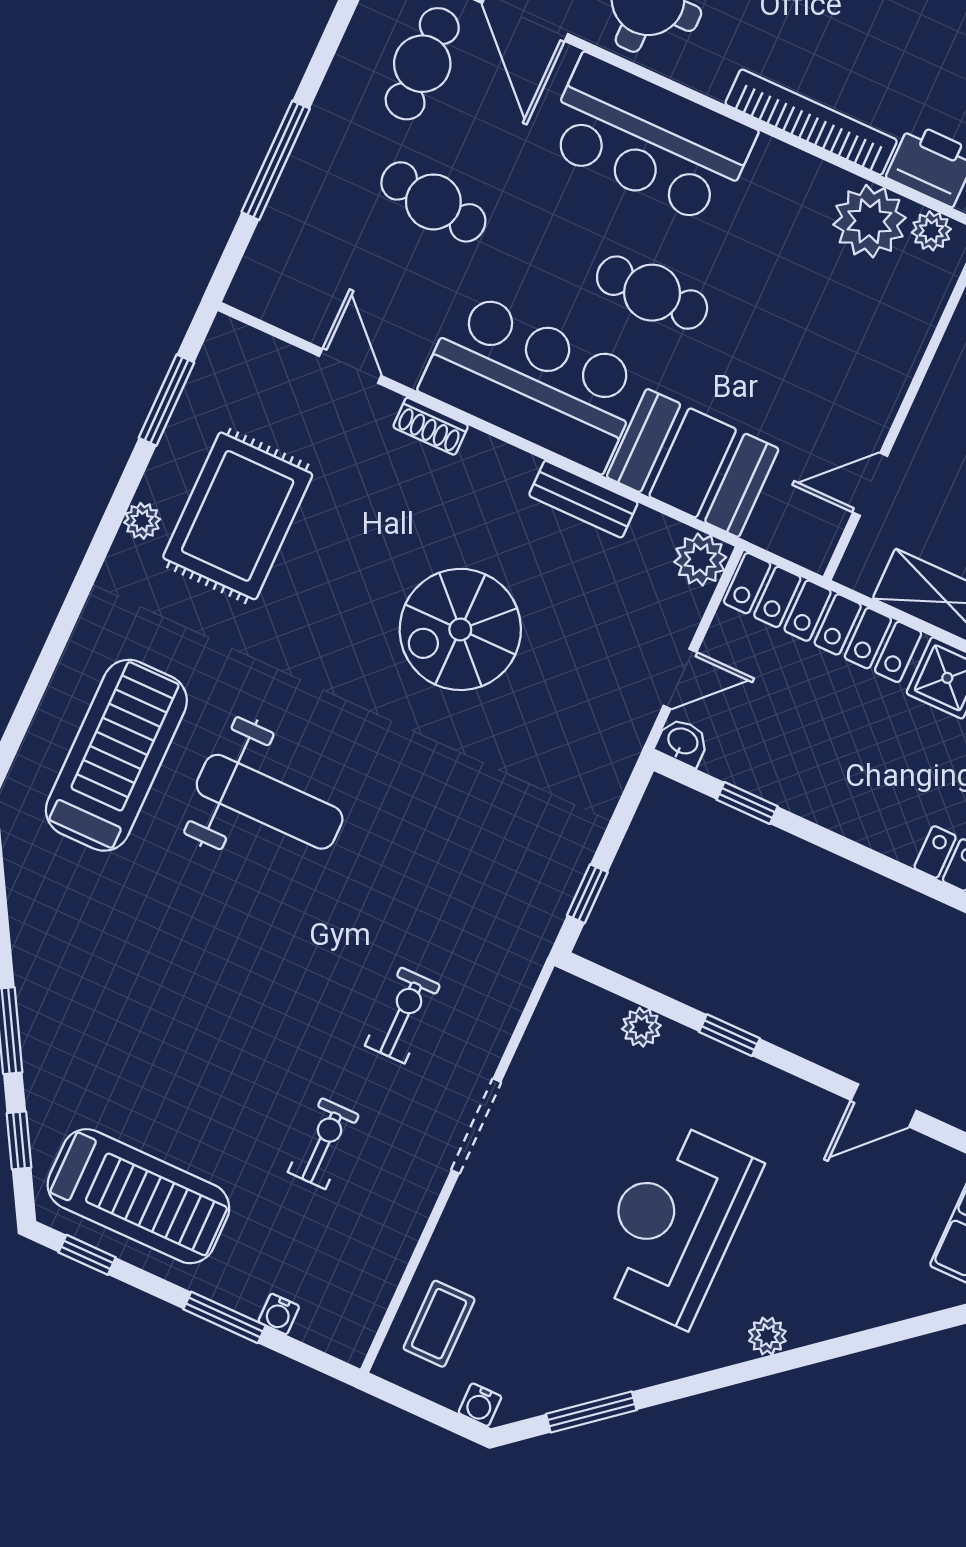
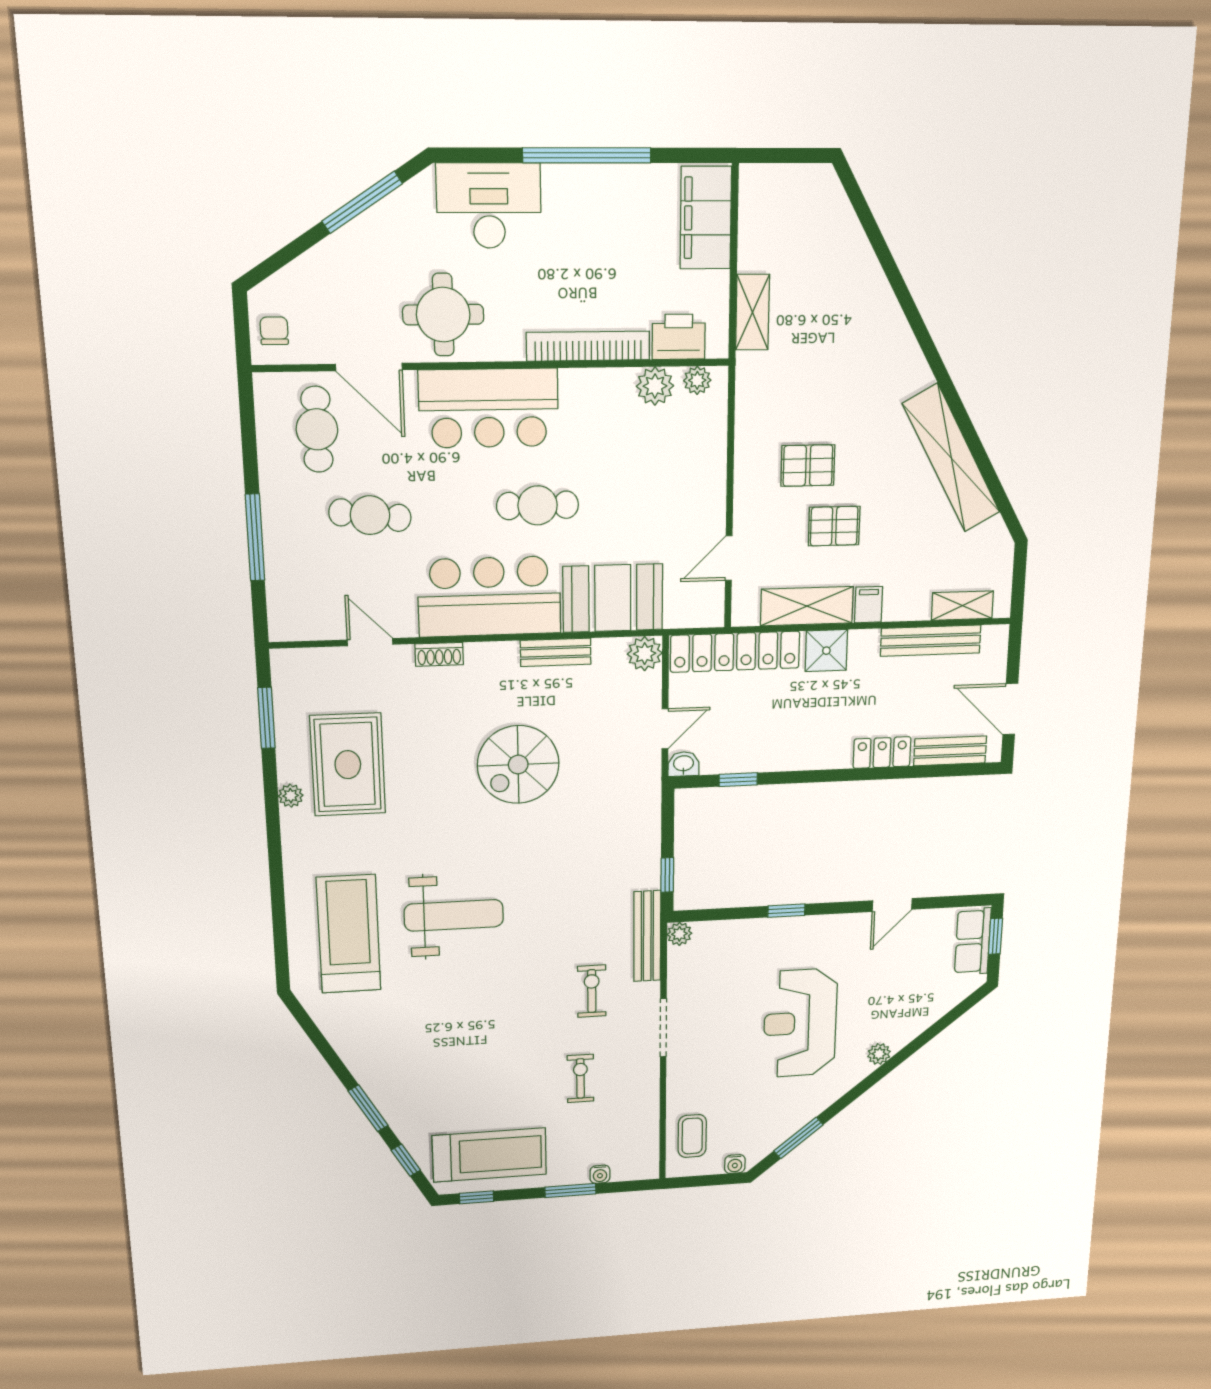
plant: (870, 221) -> (655, 386), width x0.73, depth x0.73
bench: (518, 972) -> (647, 936), added
plant: (641, 1027) -> (679, 934), moved

